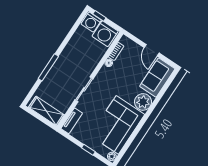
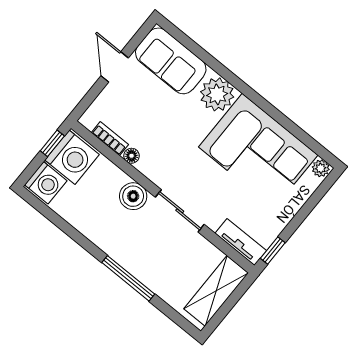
window: (99, 16) -> (52, 143), moved
door: (152, 50) -> (115, 67), swing flipped
boiler: (89, 66) -> (133, 196), added
window: (88, 150) -> (273, 251), moved

